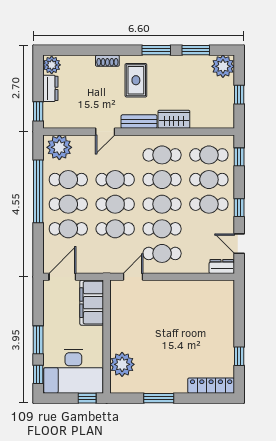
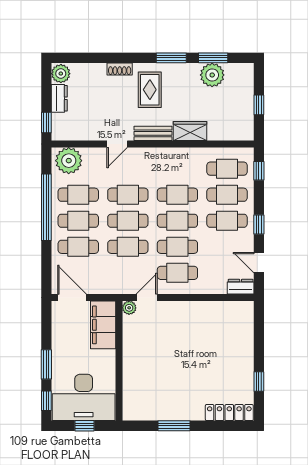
plant: (223, 66) -> (212, 75), moved
cafe table: (162, 155) -> (177, 169), removed
door: (62, 277) -> (72, 298), hinge flipped
plant: (122, 364) -> (129, 308), moved, width x0.53, depth x0.53
window: (87, 398) -> (84, 426), moved

